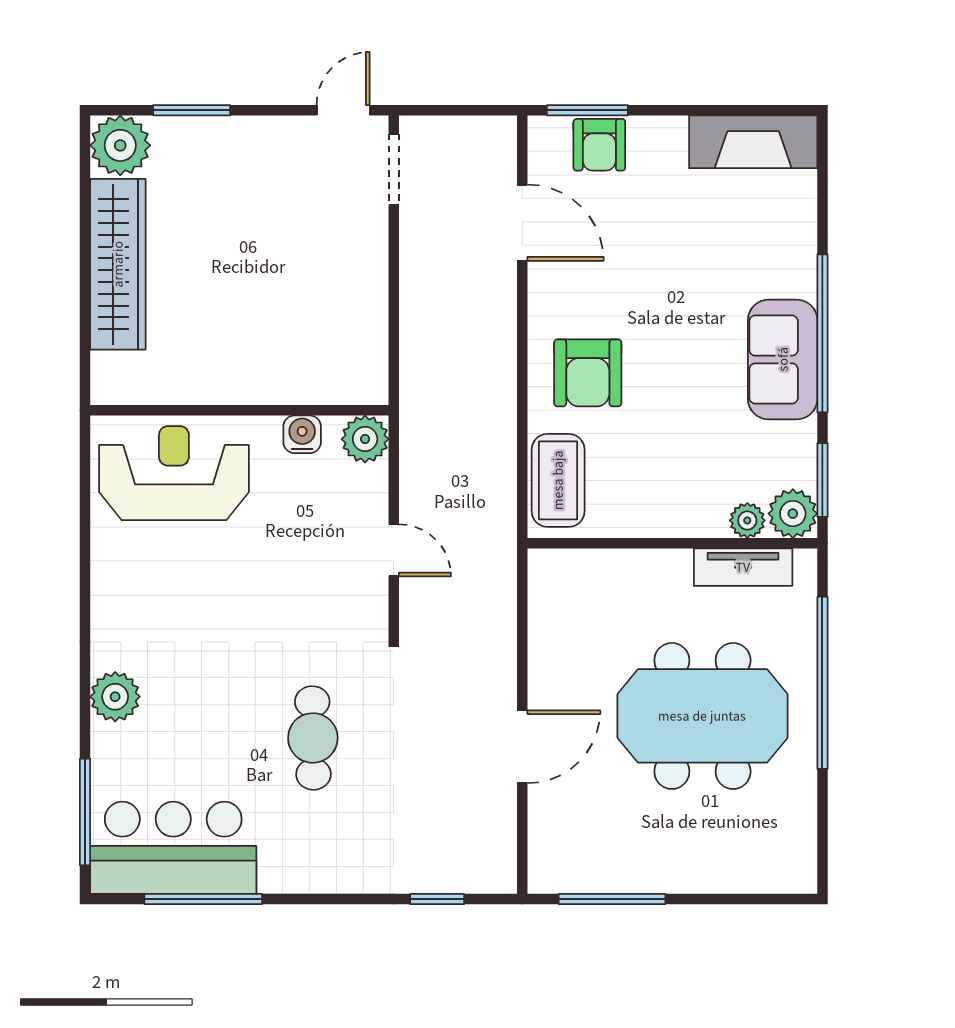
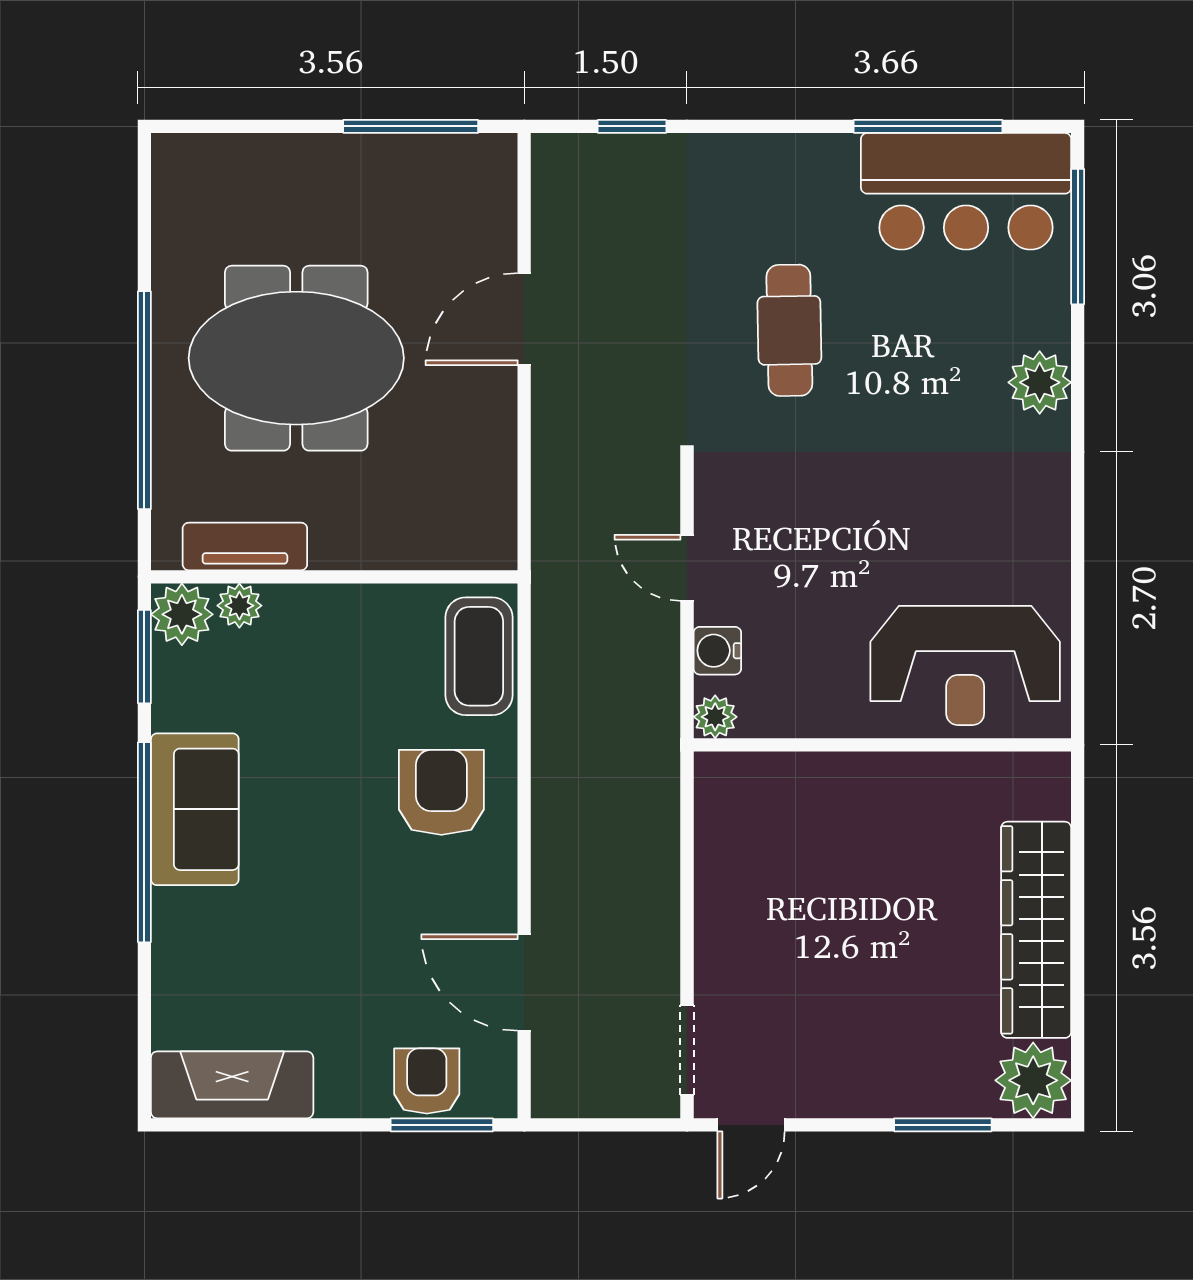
water cooler: (302, 434) -> (717, 651), moved, turned 90
plant: (365, 439) -> (715, 717), width x0.73, depth x0.73

